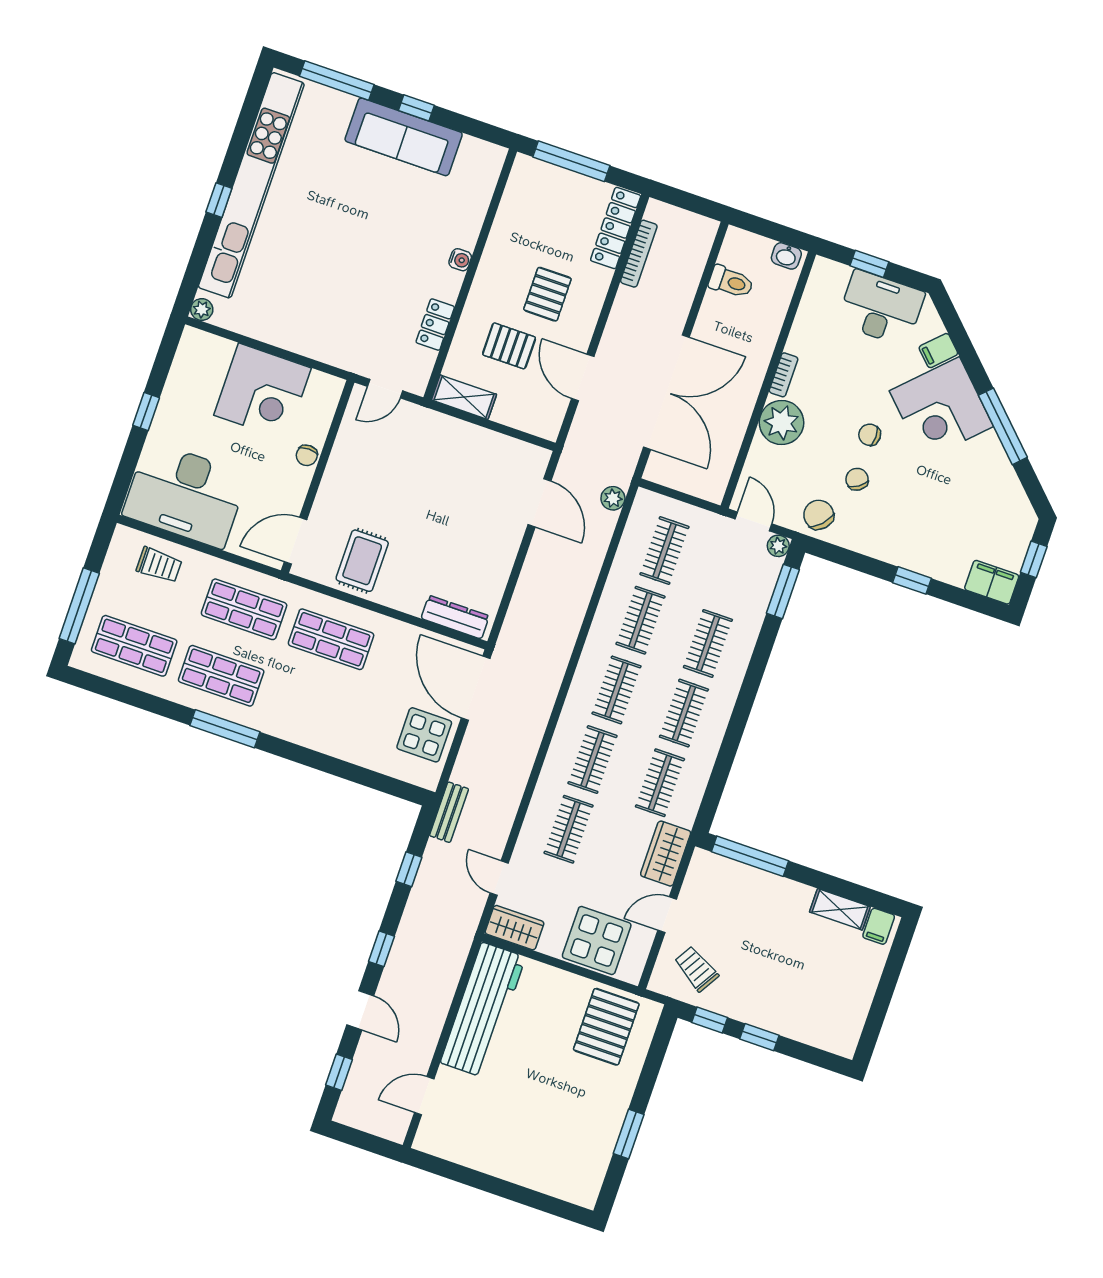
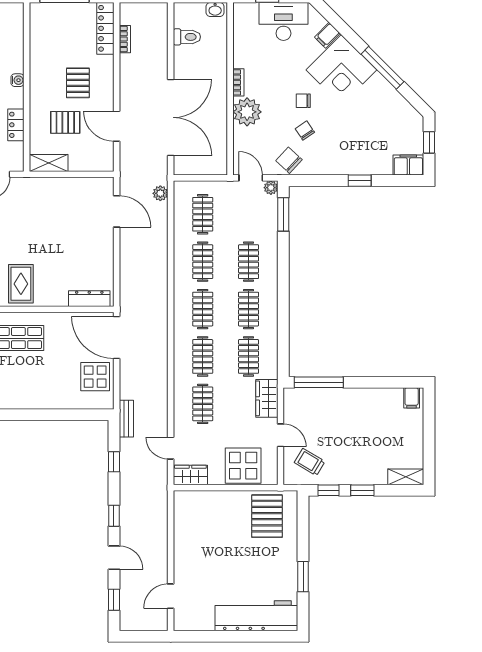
bookcase: (639, 254) -> (125, 39), width x0.64
shelving: (840, 909) -> (406, 477), moved
door: (667, 915) -> (281, 435), swing flipped
workbench: (483, 1010) -> (256, 616), moved, turned -90

